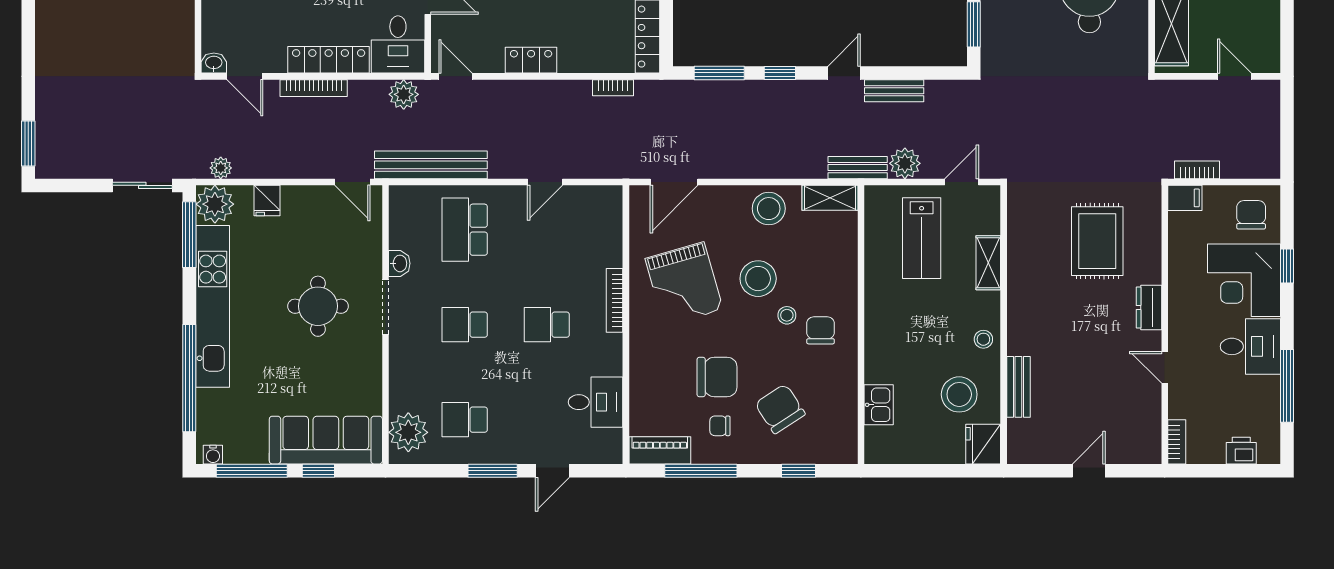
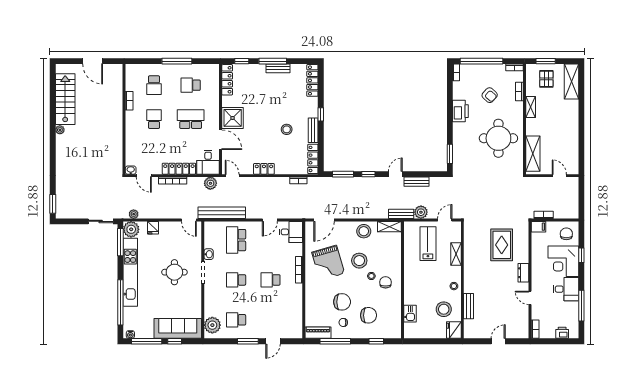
lab bench: (922, 238) -> (428, 244), turned 180
desk: (596, 402) -> (291, 232), moved
chair: (780, 409) -> (368, 315), turned 123

